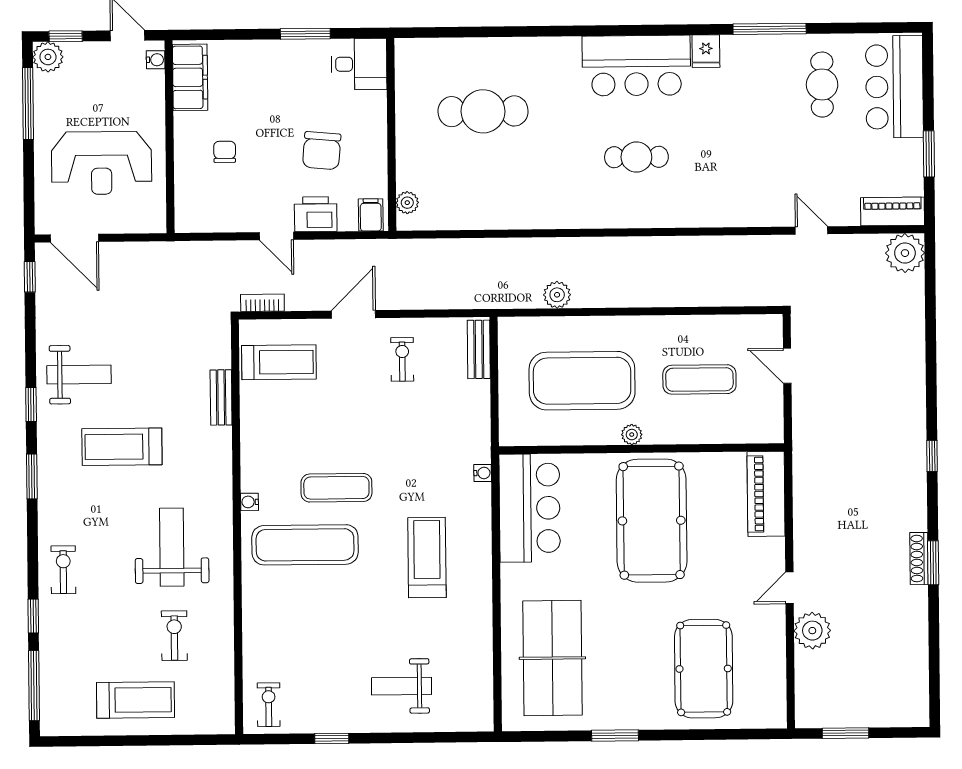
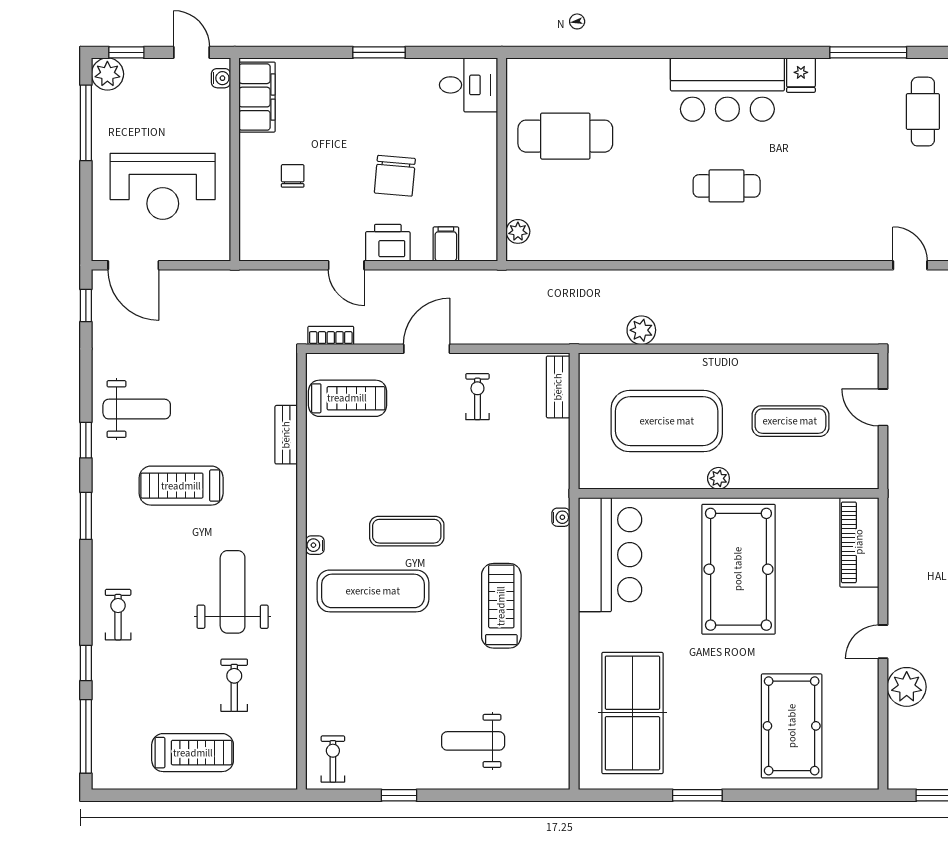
desk: (359, 64) -> (469, 85), moved
wall: (391, 134) -> (502, 160), moved
plant: (407, 203) -> (518, 231), moved

